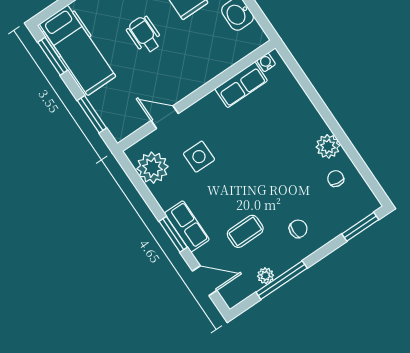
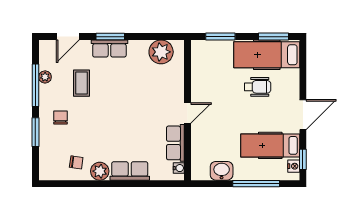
wheelchair: (144, 35) -> (258, 87), moved
row of seats: (306, 114) -> (130, 171), added
door: (165, 117) -> (188, 113), moved
side table: (199, 157) -> (148, 86), removed
window: (360, 227) -> (35, 132), moved
chair: (298, 229) -> (61, 117), turned 180

